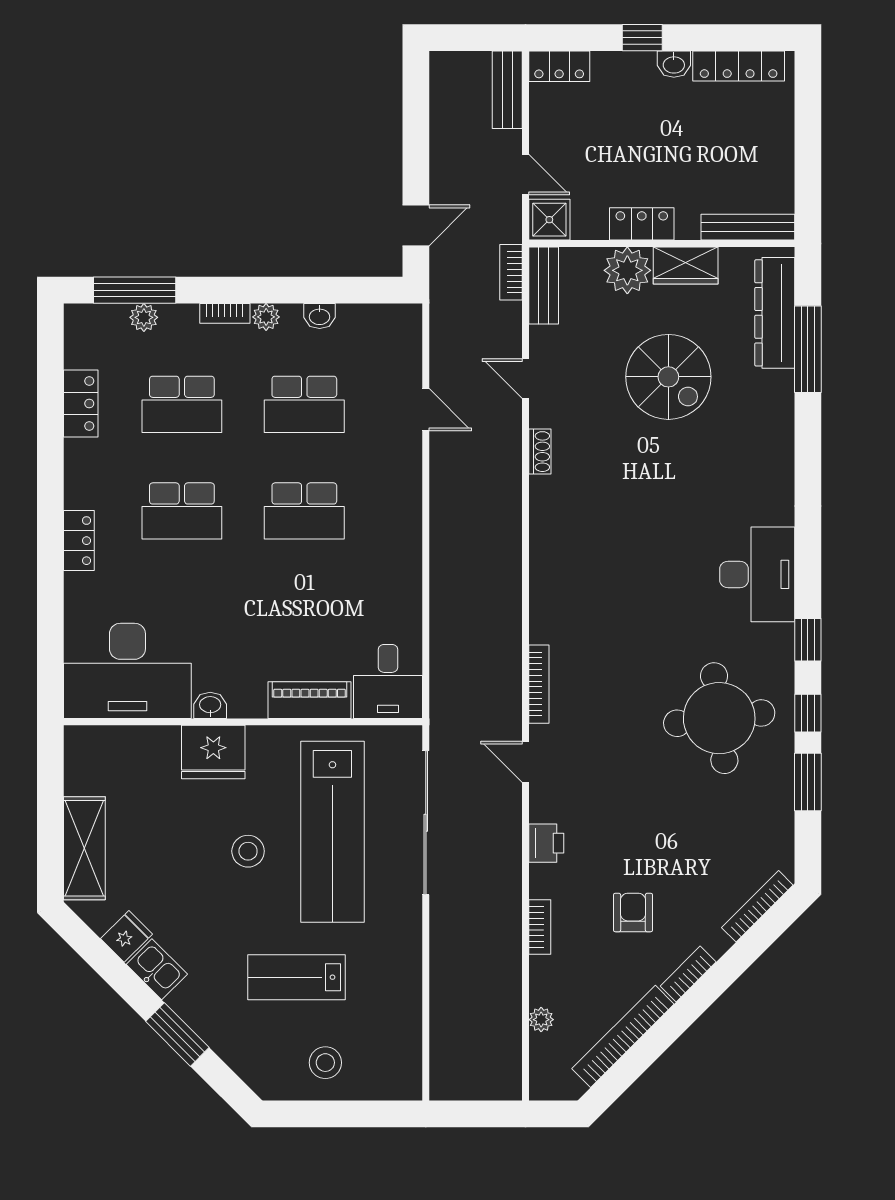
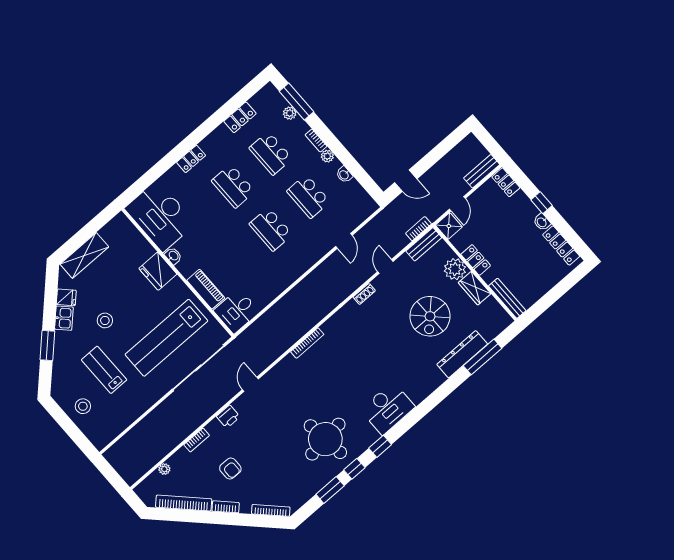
dresser: (775, 313) -> (462, 354), moved
bookcase: (539, 684) -> (307, 343), moved
stool: (248, 851) -> (105, 320), moved
armchair: (633, 912) -> (230, 469), turned 90

